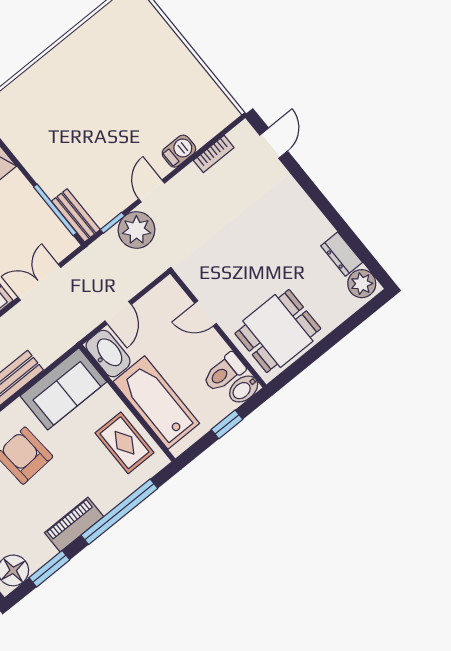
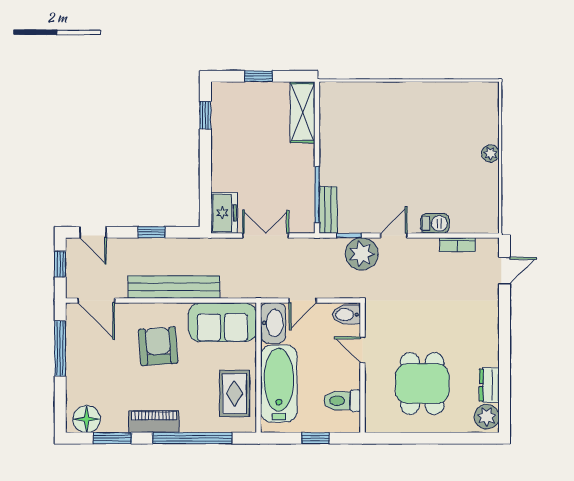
plant: (178, 50) -> (490, 153), added
dining table: (278, 331) -> (422, 384), moved, turned 90
bidet: (244, 389) -> (346, 315), moved

